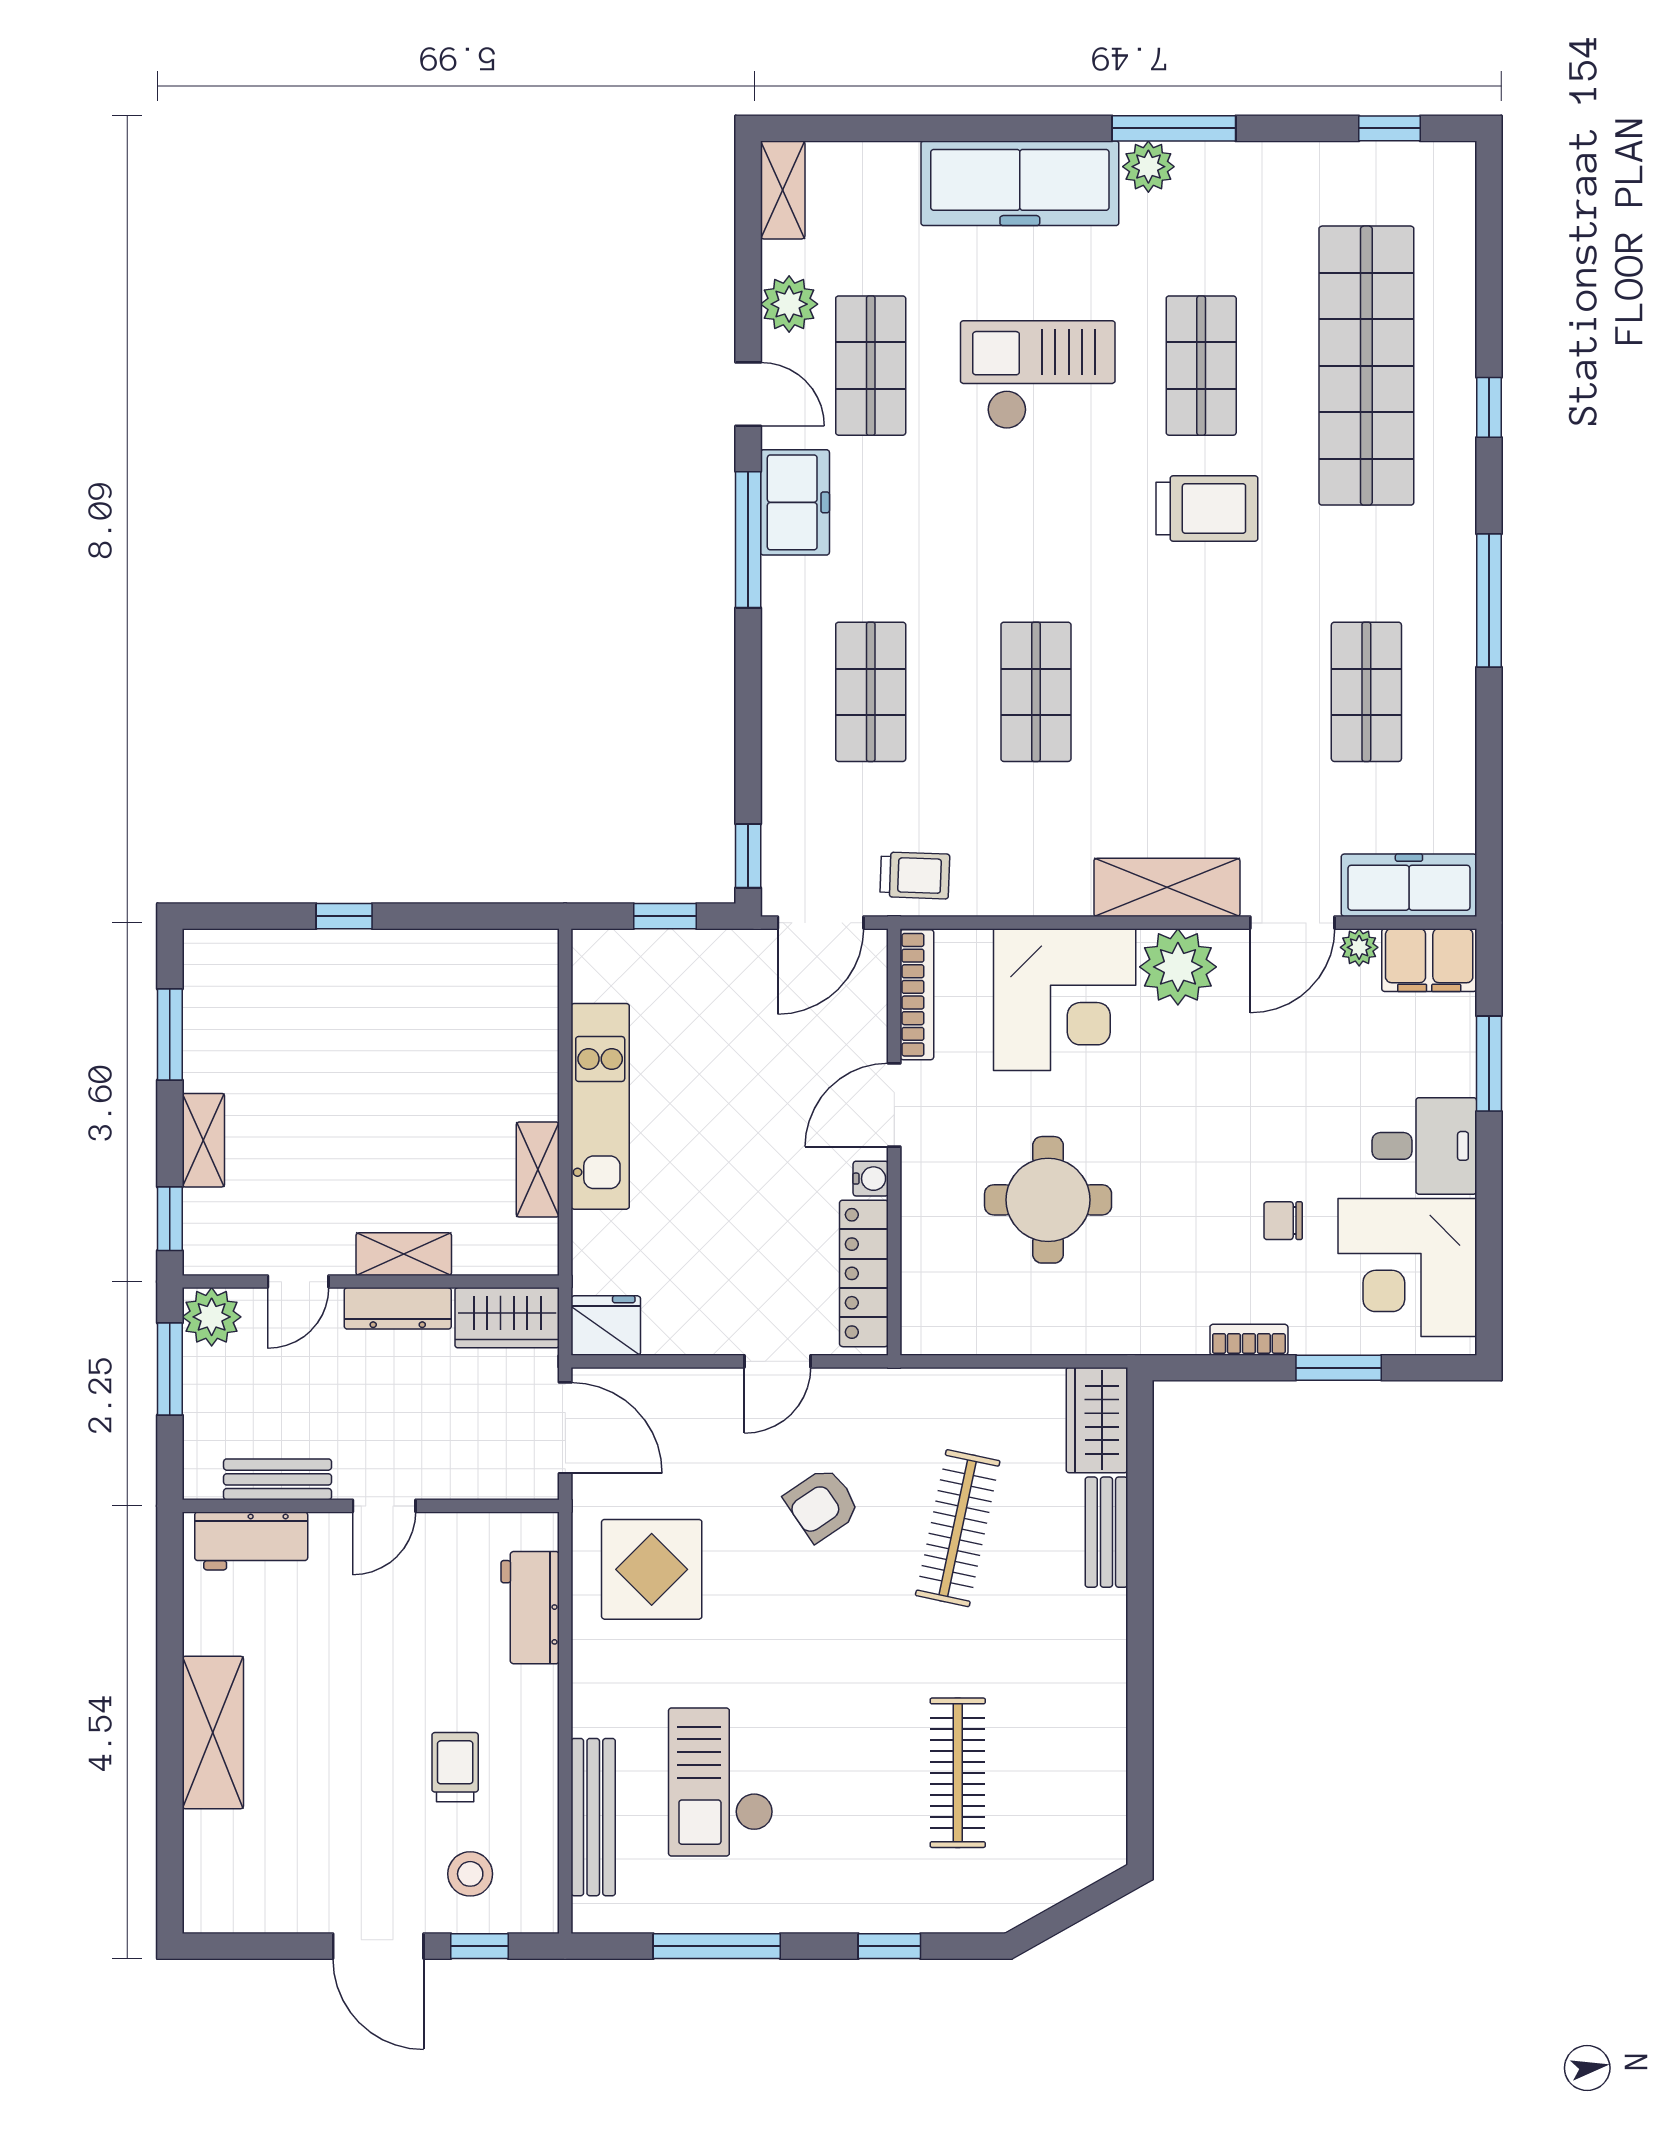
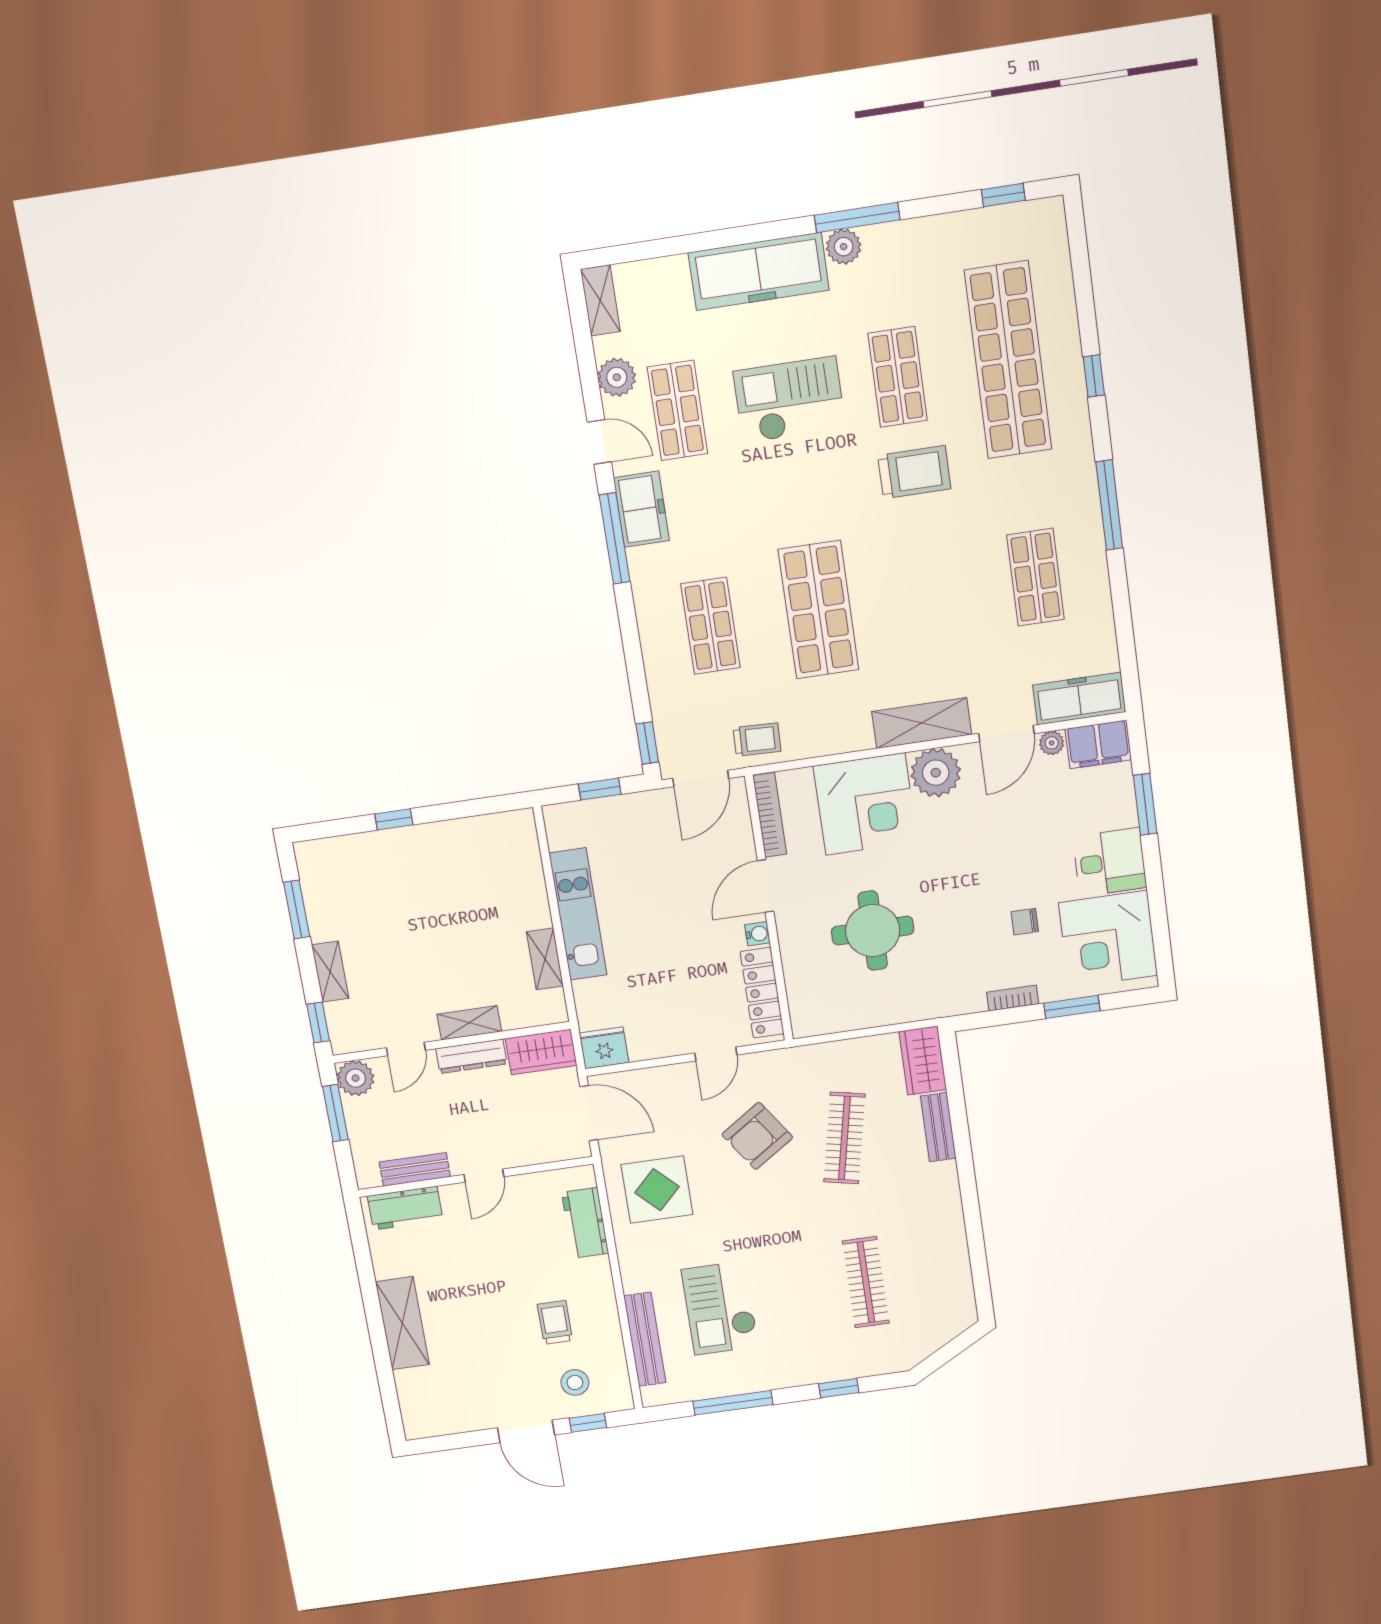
shop shelf: (1036, 692) -> (818, 610), width x1.43, depth x1.36
armchair: (822, 1504) -> (757, 1136), width x1.38, depth x1.38

